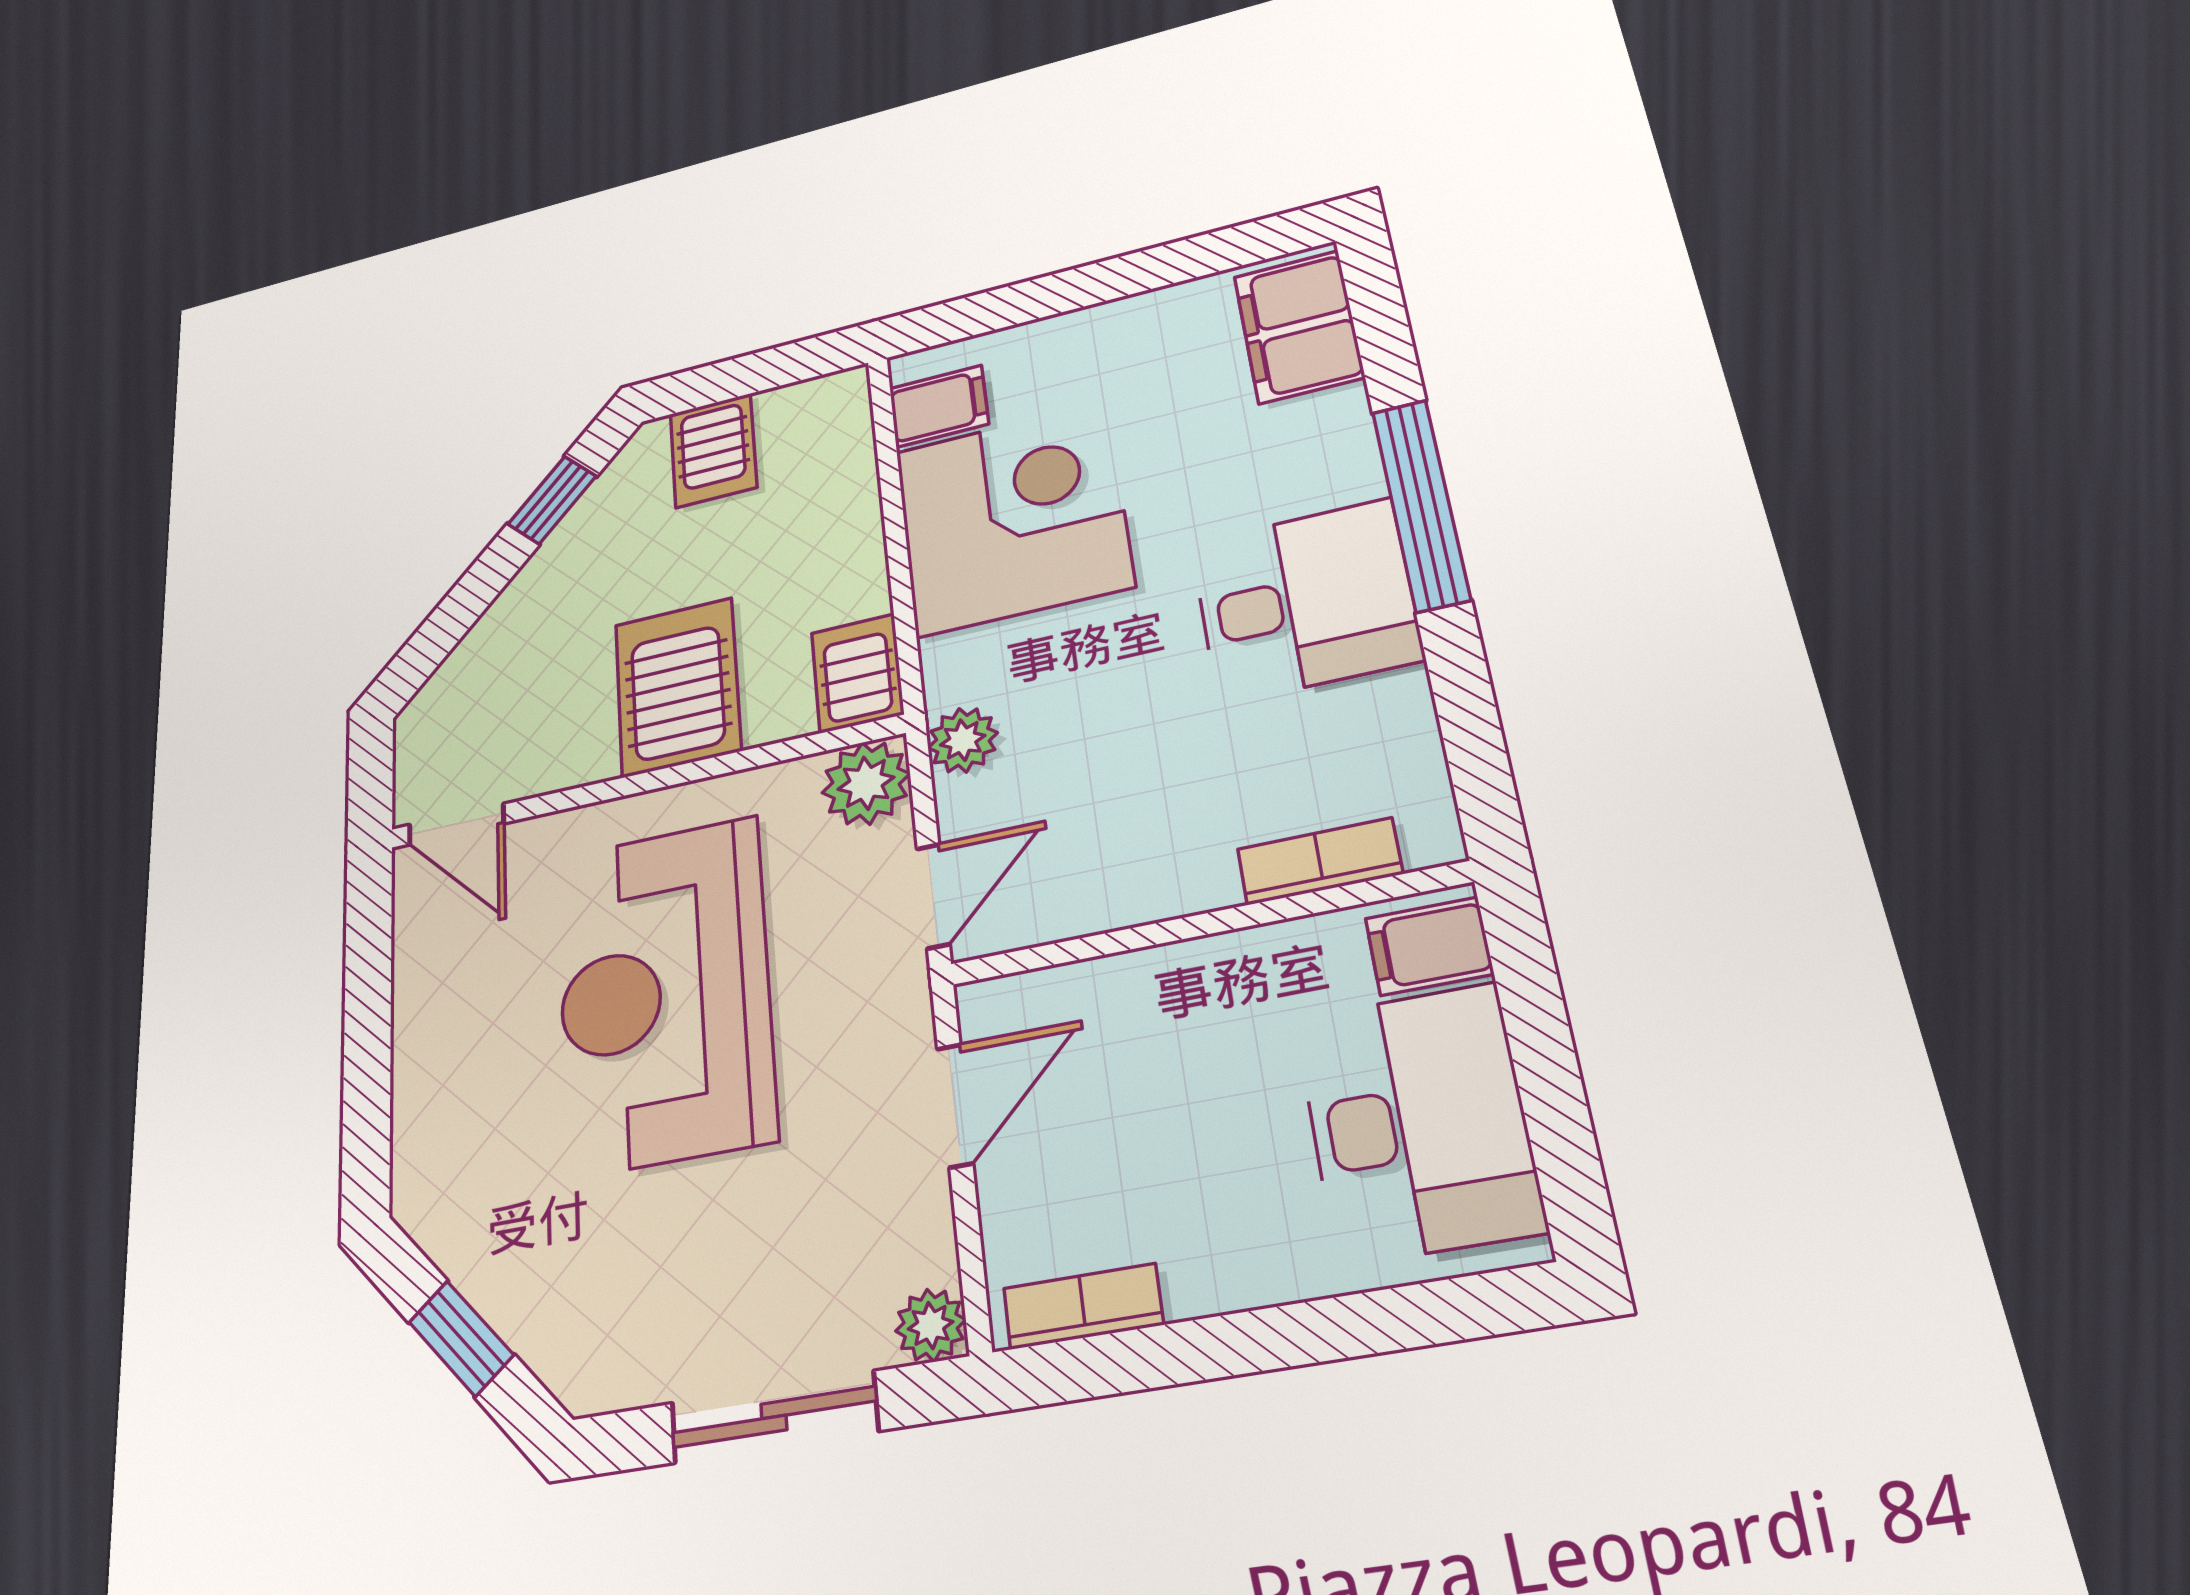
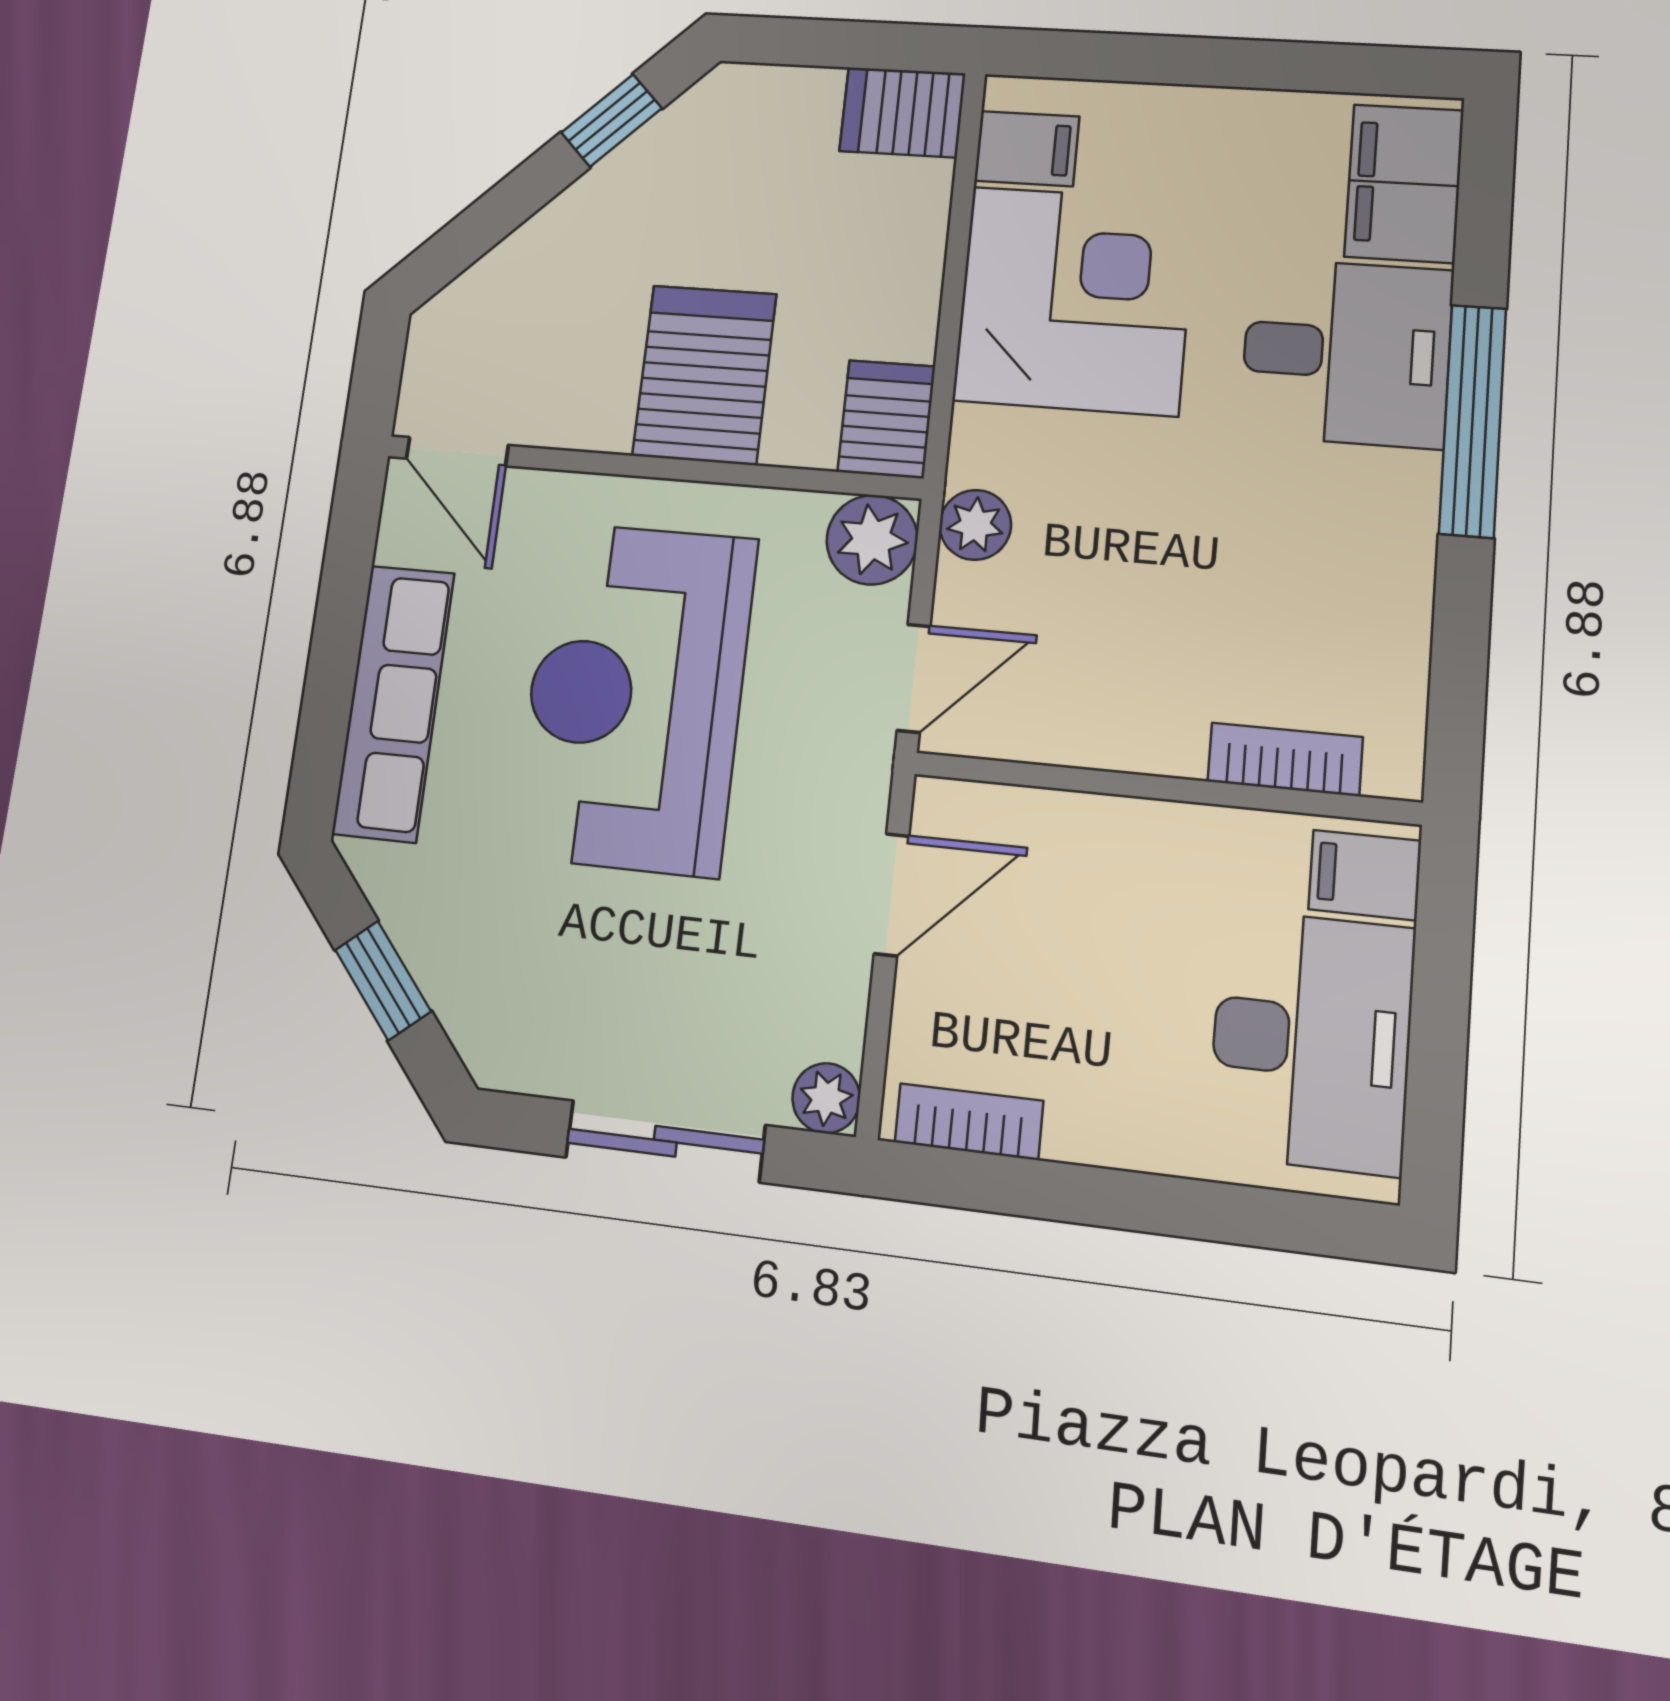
server rack: (713, 450) -> (902, 112), moved, turned 90
desk: (1305, 601) -> (1346, 353), moved
row of seats: (431, 1069) -> (393, 703), added

